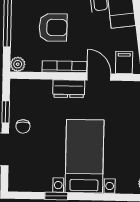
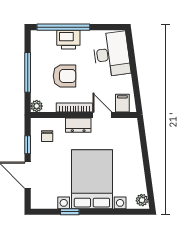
chair: (23, 126) -> (47, 136), moved
bed with nightstands: (84, 156) -> (92, 179), width x1.36

